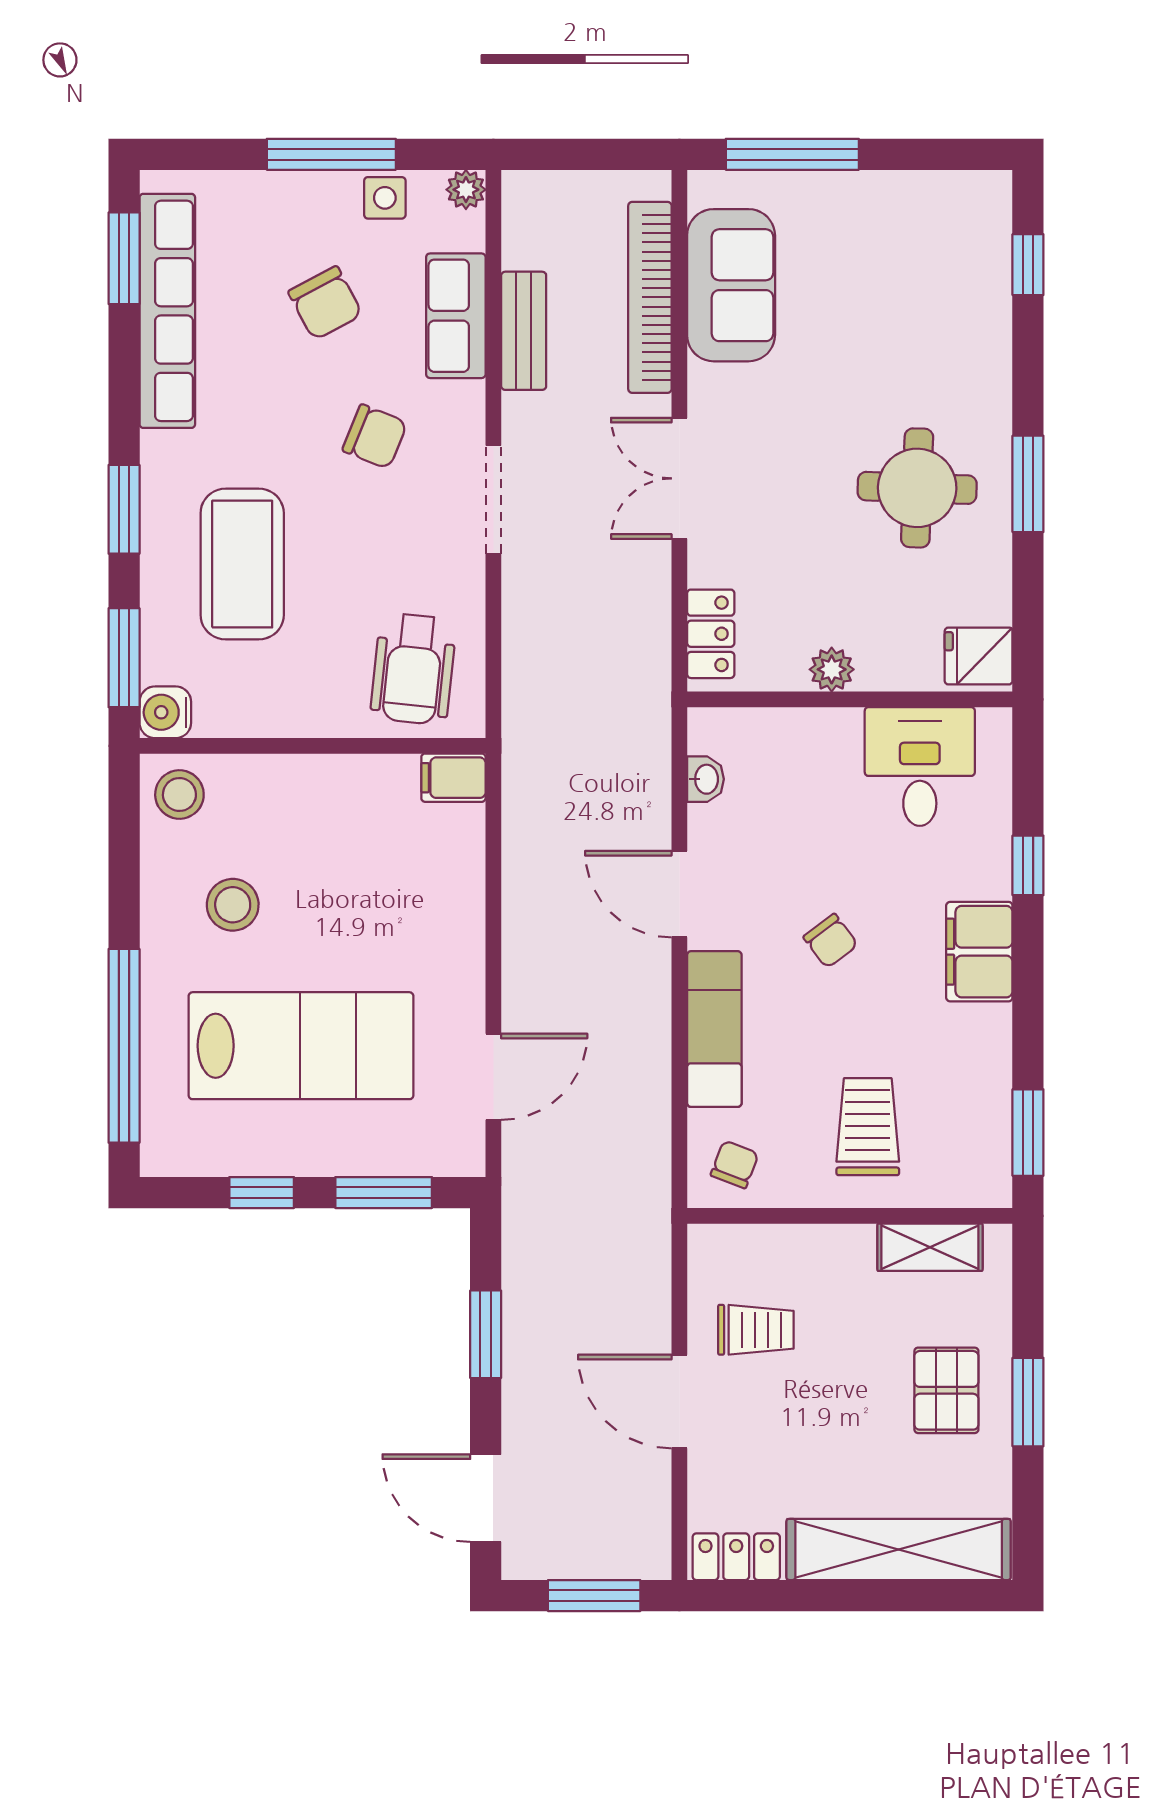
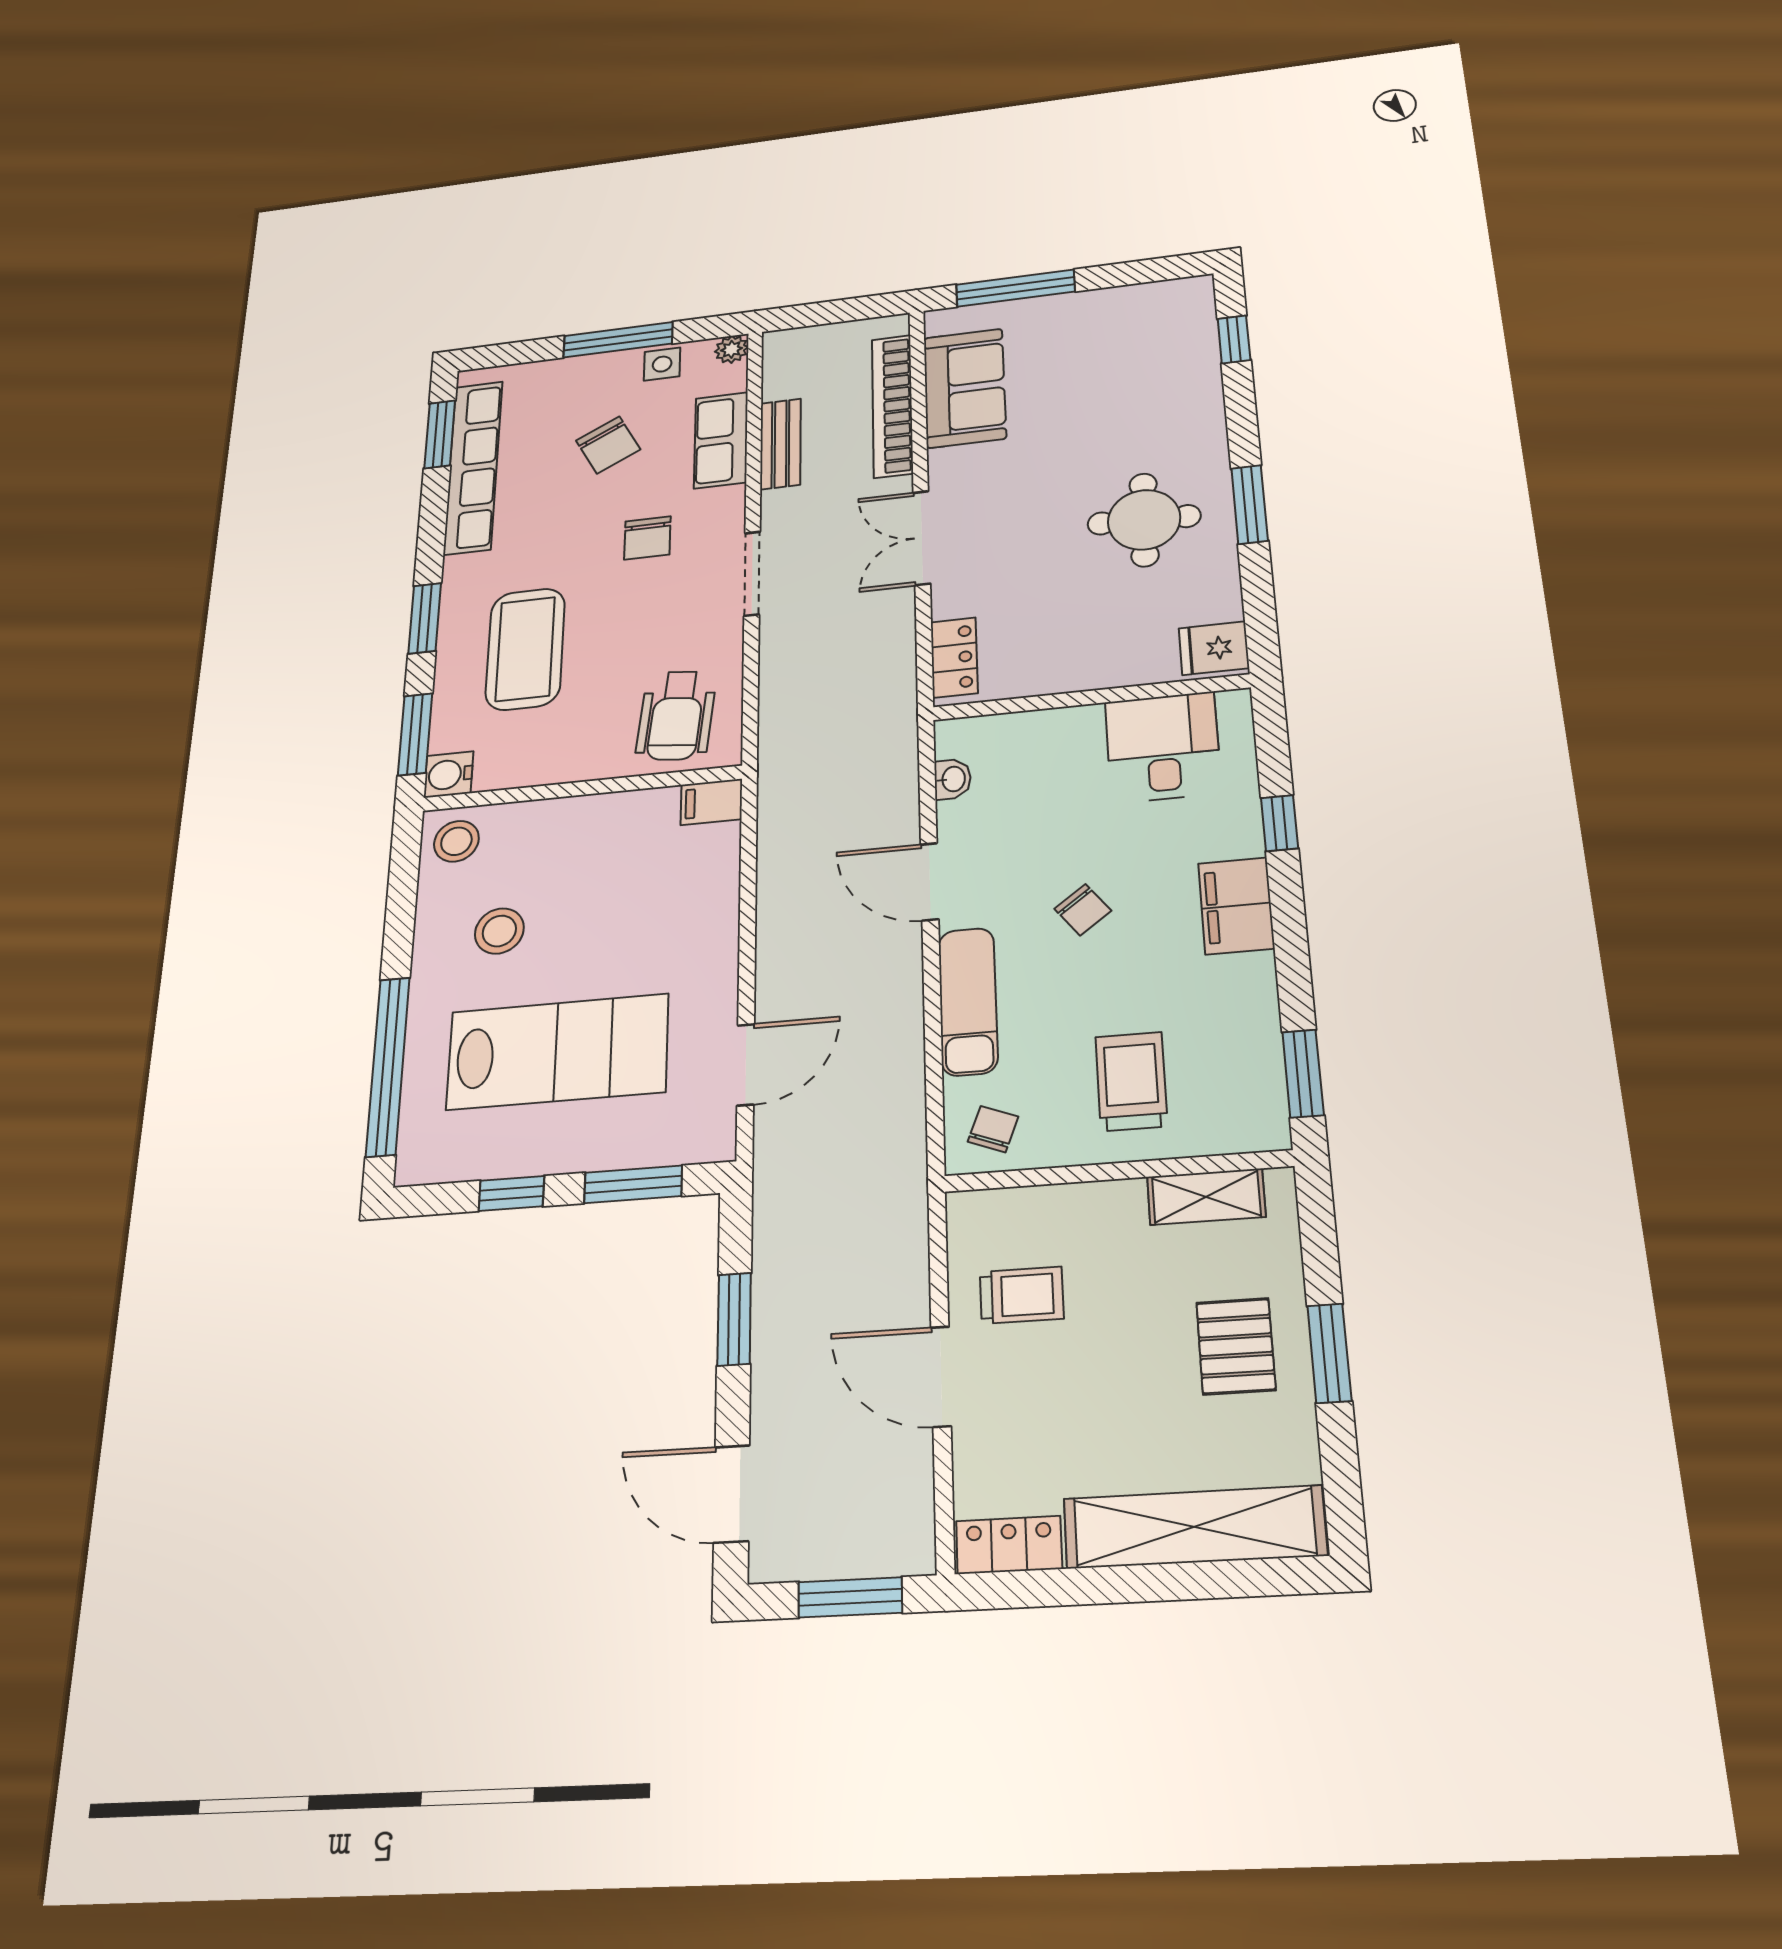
chair: (375, 437) -> (647, 538), turned 68
plant: (832, 669) -> (1071, 674), removed

